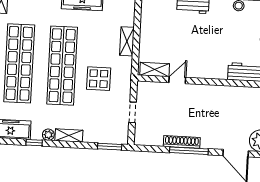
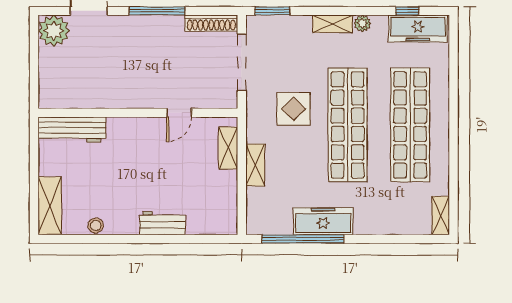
shelving: (155, 70) -> (228, 148), moved, turned 90
doorway: (133, 112) -> (242, 62), width x1.87
shoe rack: (182, 142) -> (211, 23), moved
window: (34, 143) -> (407, 11), moved

